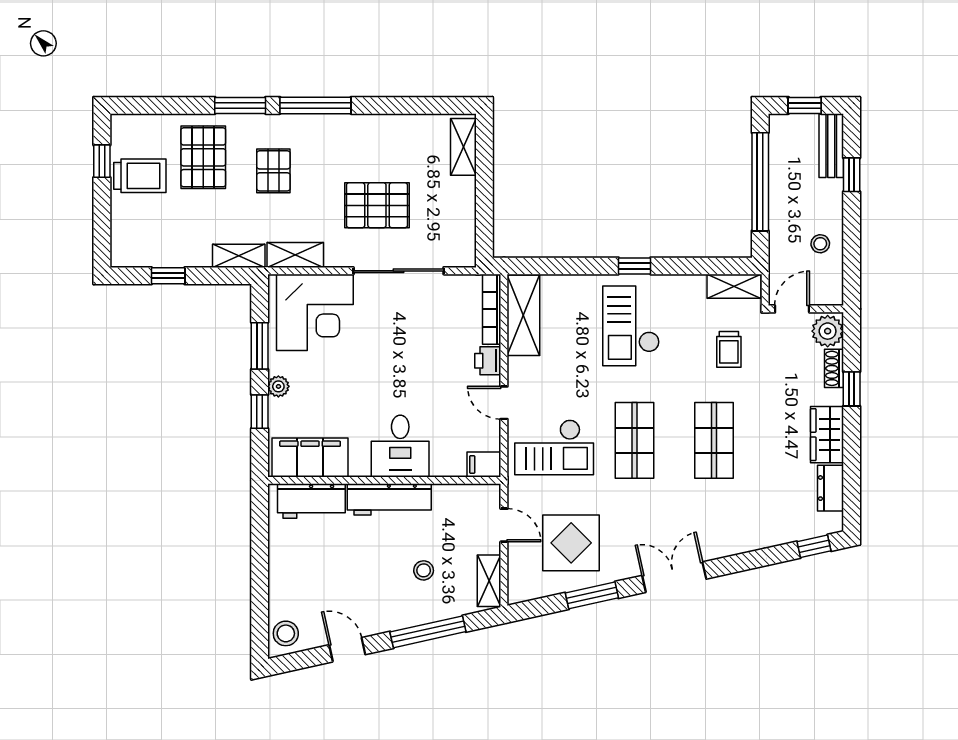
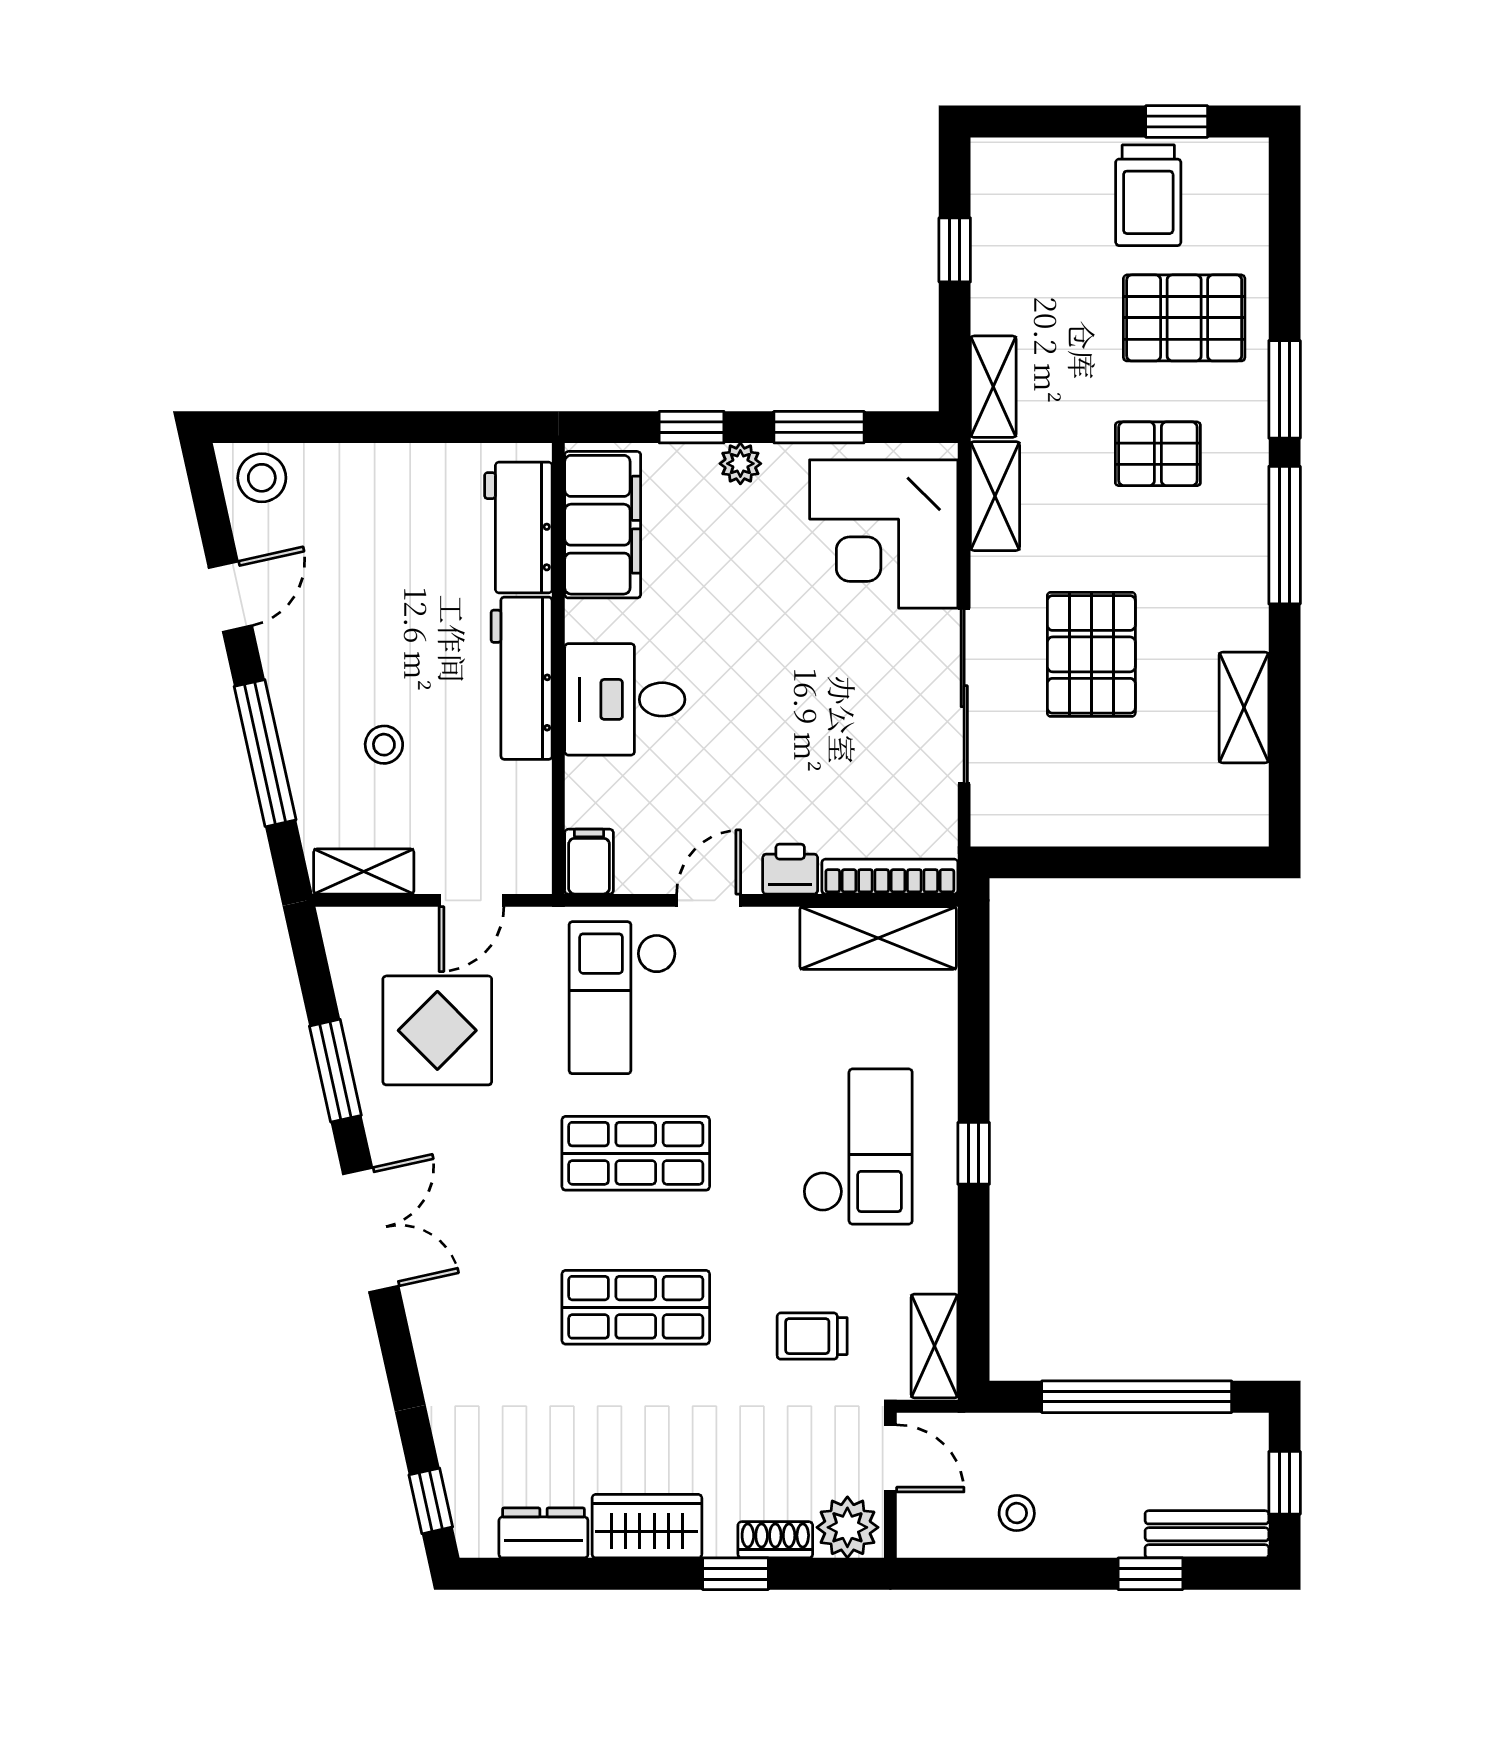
shelving: (463, 147) -> (1244, 708), moved, turned 90
checkout: (631, 326) -> (858, 1146), turned 90

